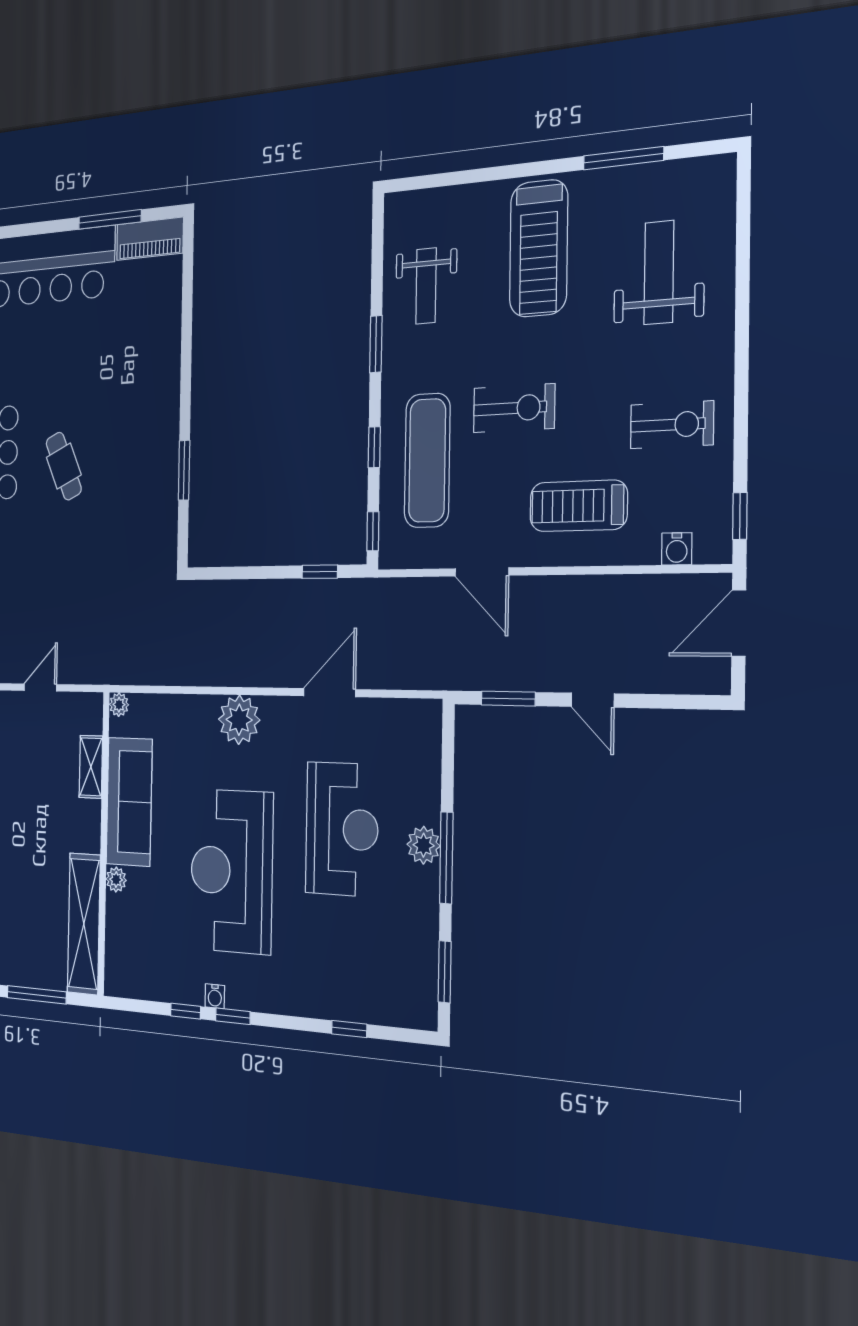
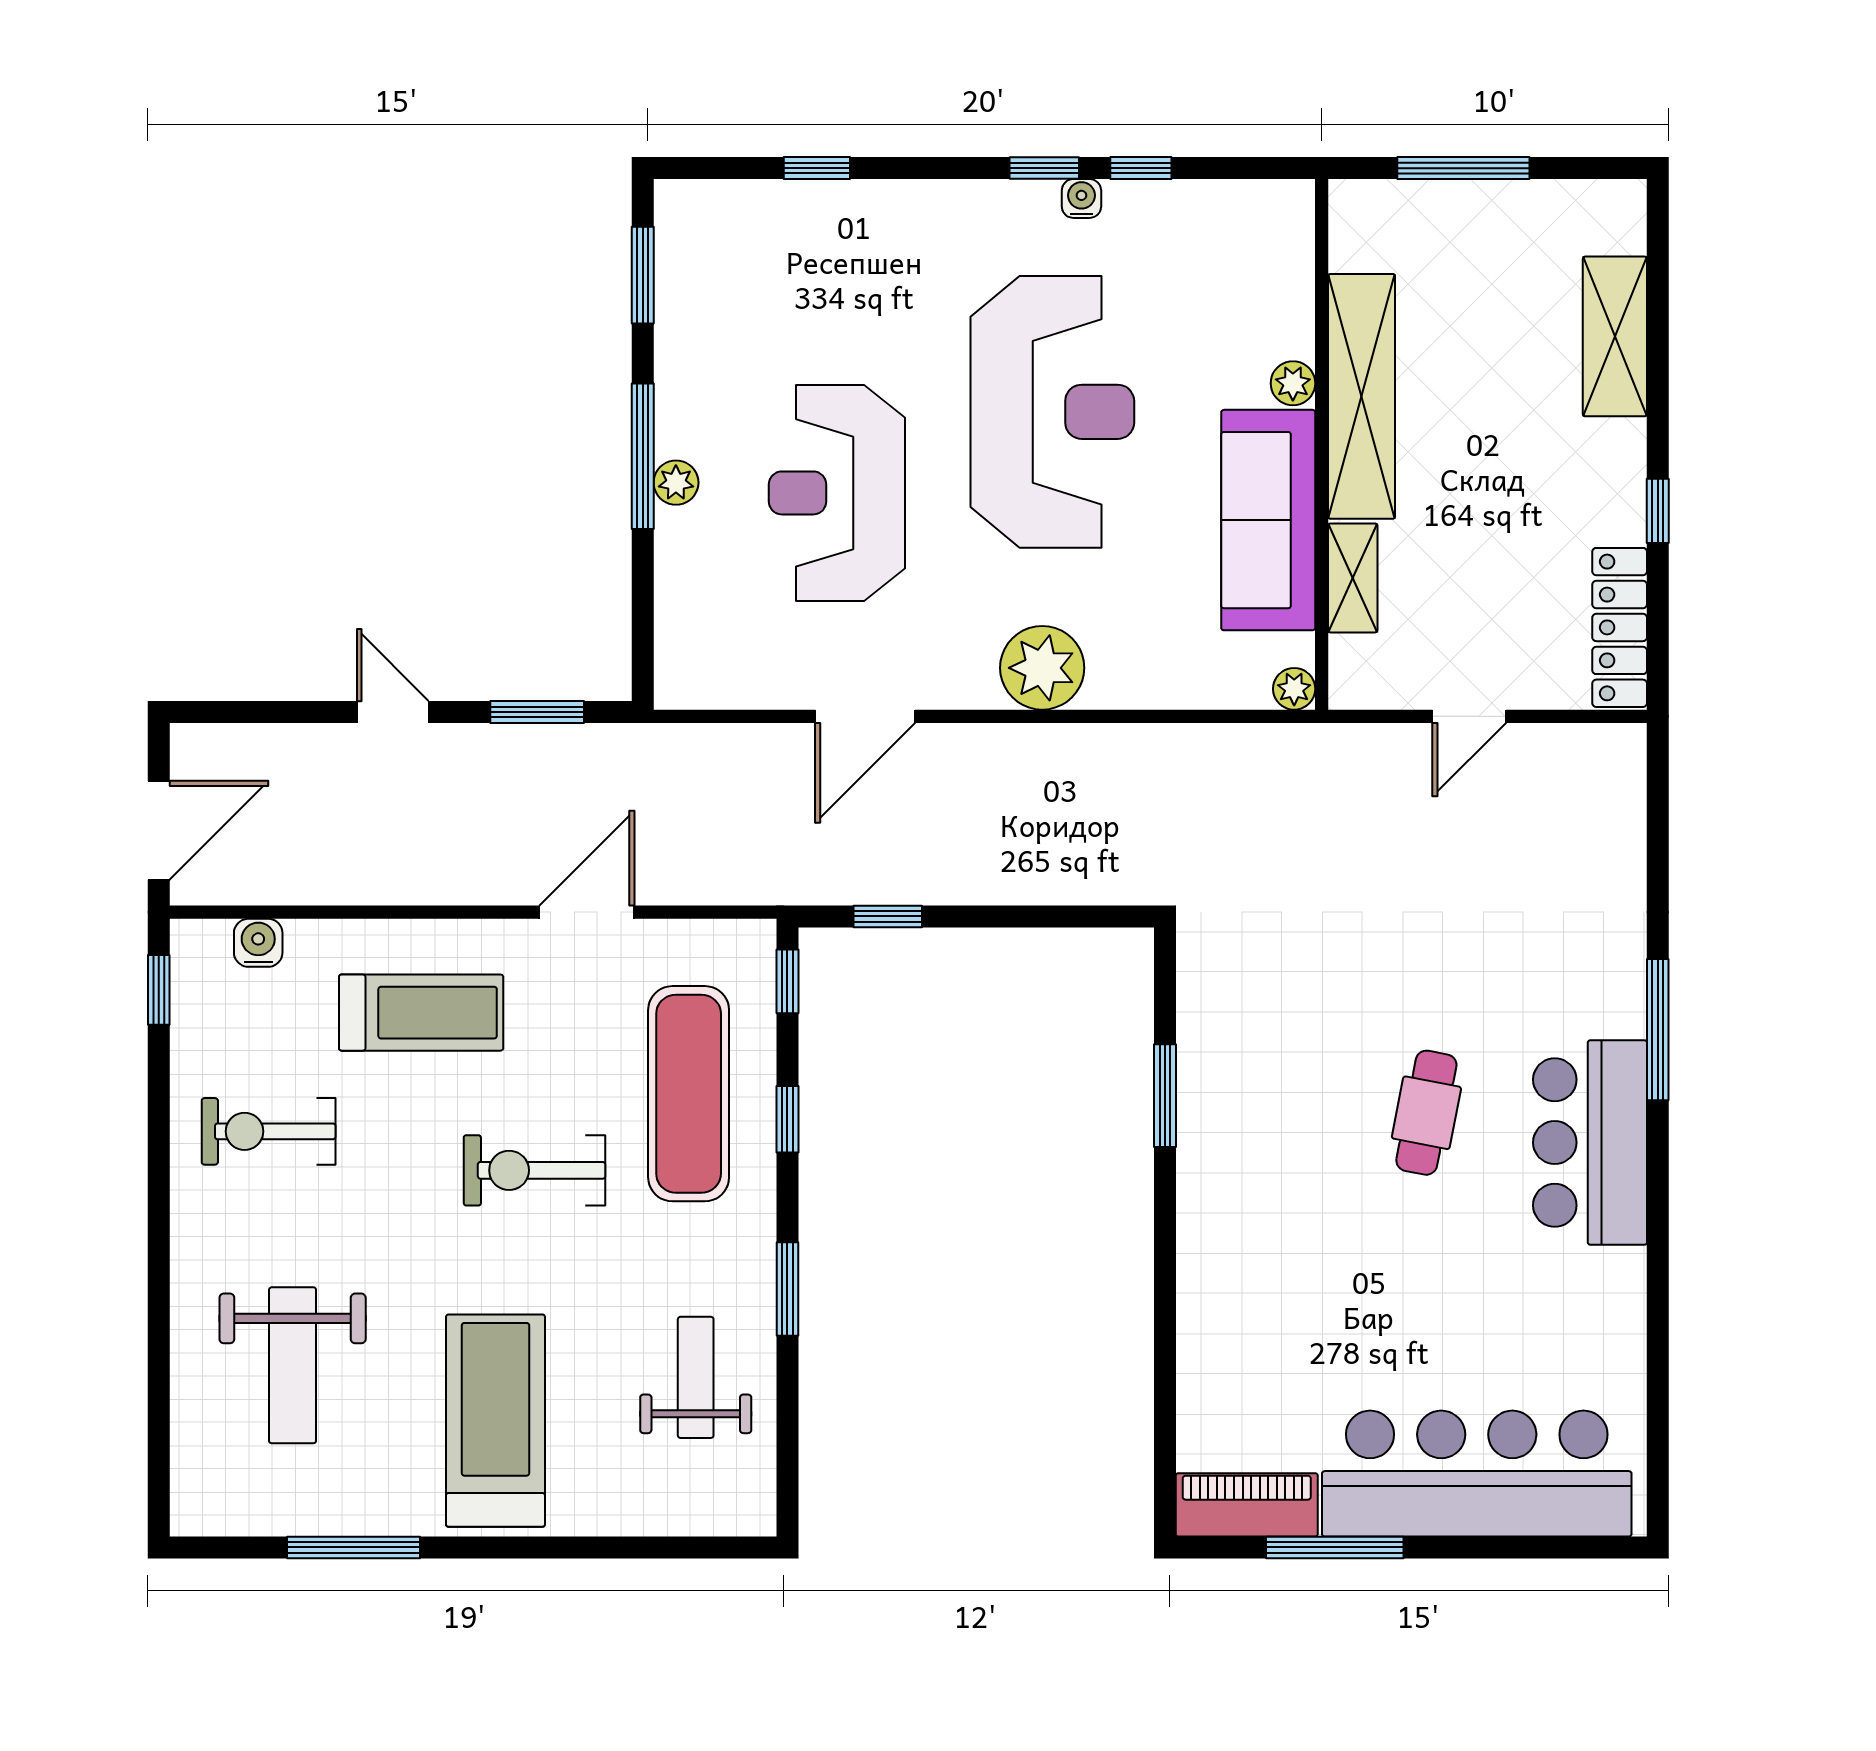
cafe table: (64, 466) -> (1426, 1113), turned 35
door: (482, 572) -> (587, 912), hinge flipped
plant: (424, 845) -> (676, 483), width x0.73, depth x0.73
shelving: (84, 924) -> (1362, 396), moved

